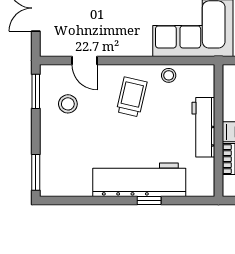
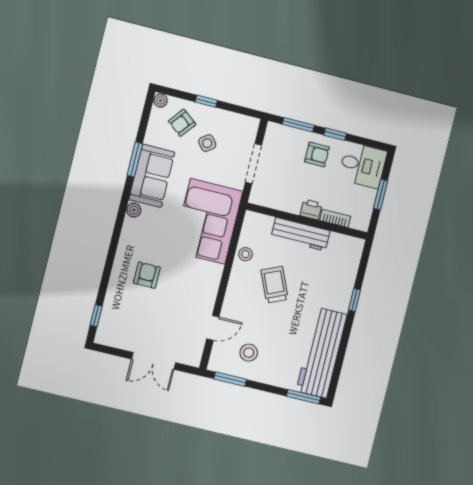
trolley: (132, 97) -> (275, 285), moved, turned 53
workbench: (139, 180) -> (322, 353), moved

